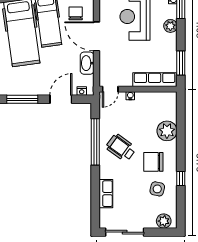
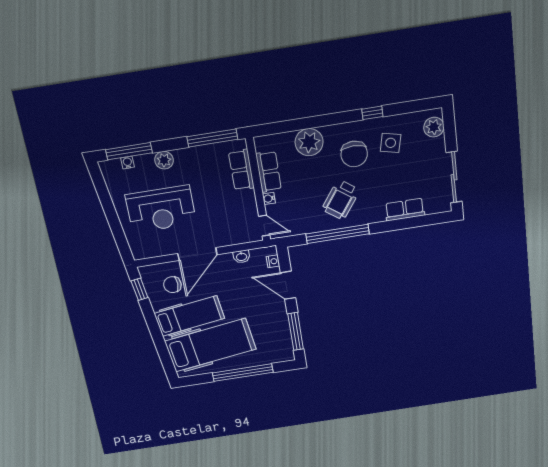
washbasin: (87, 63) -> (242, 257), width x0.52, depth x0.69
window: (181, 63) -> (212, 138), width x1.44
row of seats: (155, 80) -> (241, 170), width x0.68
row of seats: (150, 99) -> (269, 172), added

